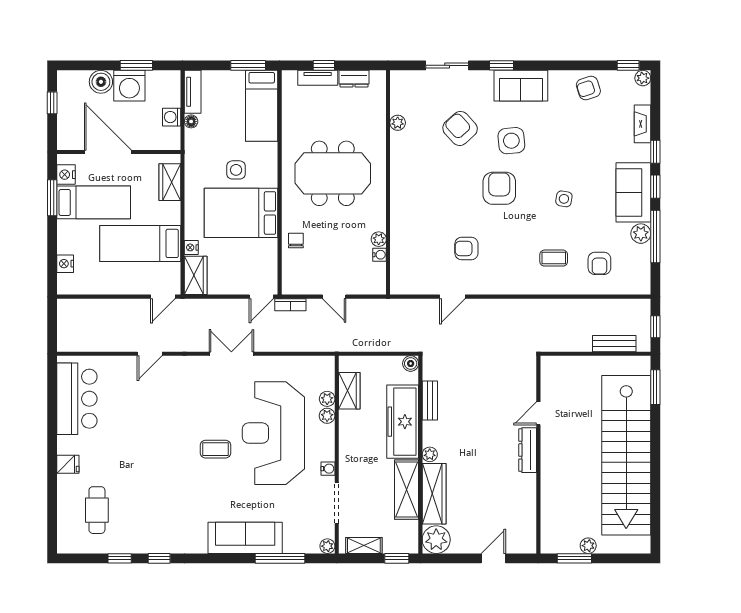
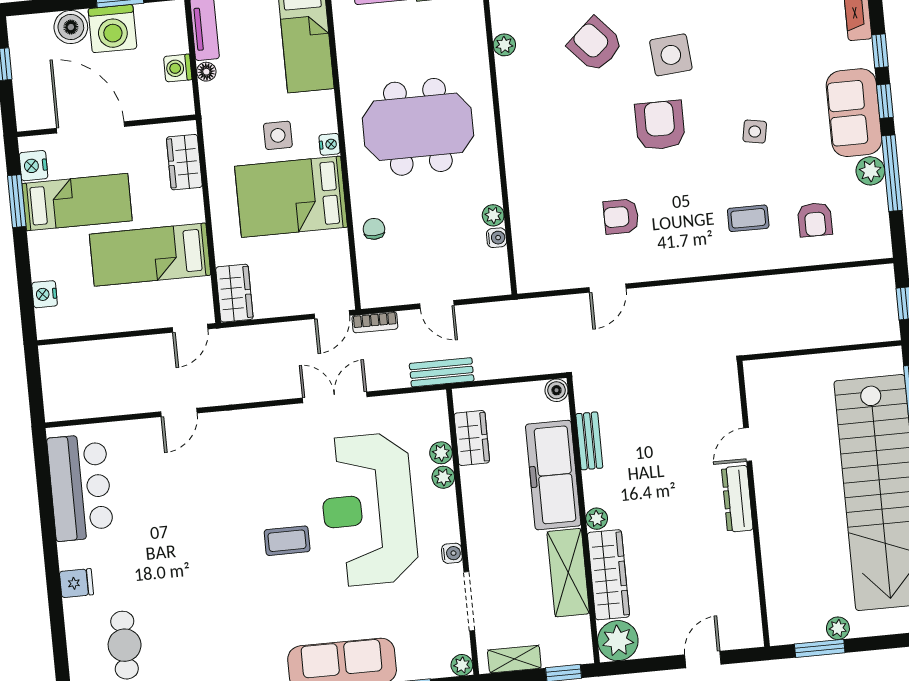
nightstand: (191, 247) -> (330, 144), moved, turned 180
bench: (614, 344) -> (442, 372), moved
double door: (231, 354) -> (335, 397), moved

